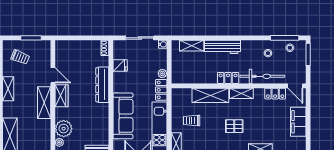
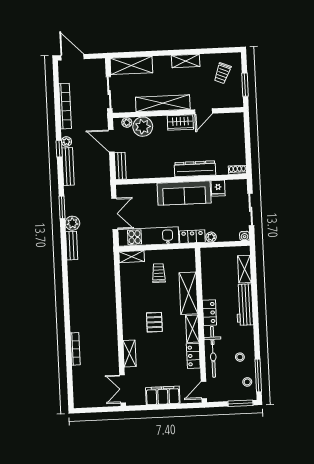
locker: (275, 94) -> (193, 356), moved
shelving: (44, 103) -> (163, 103), width x1.47
sofa: (123, 116) -> (184, 193), moved

